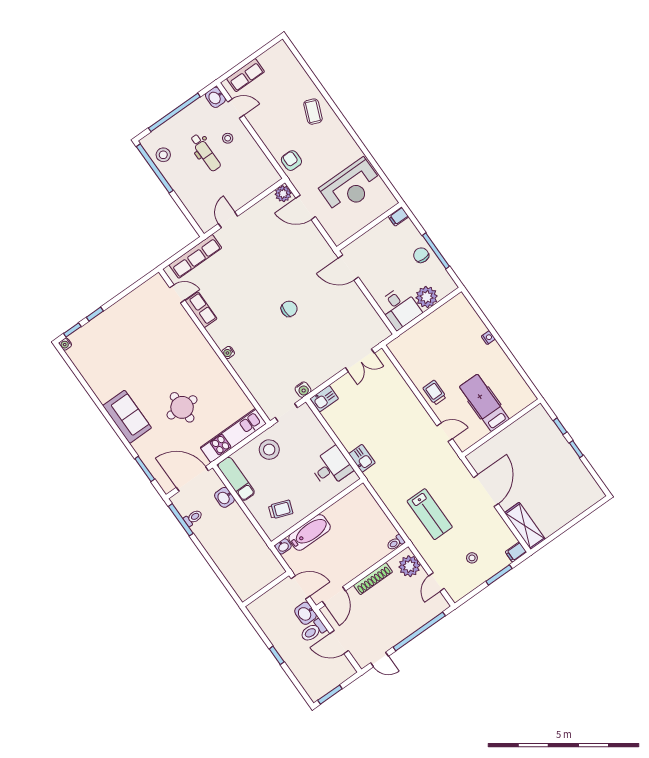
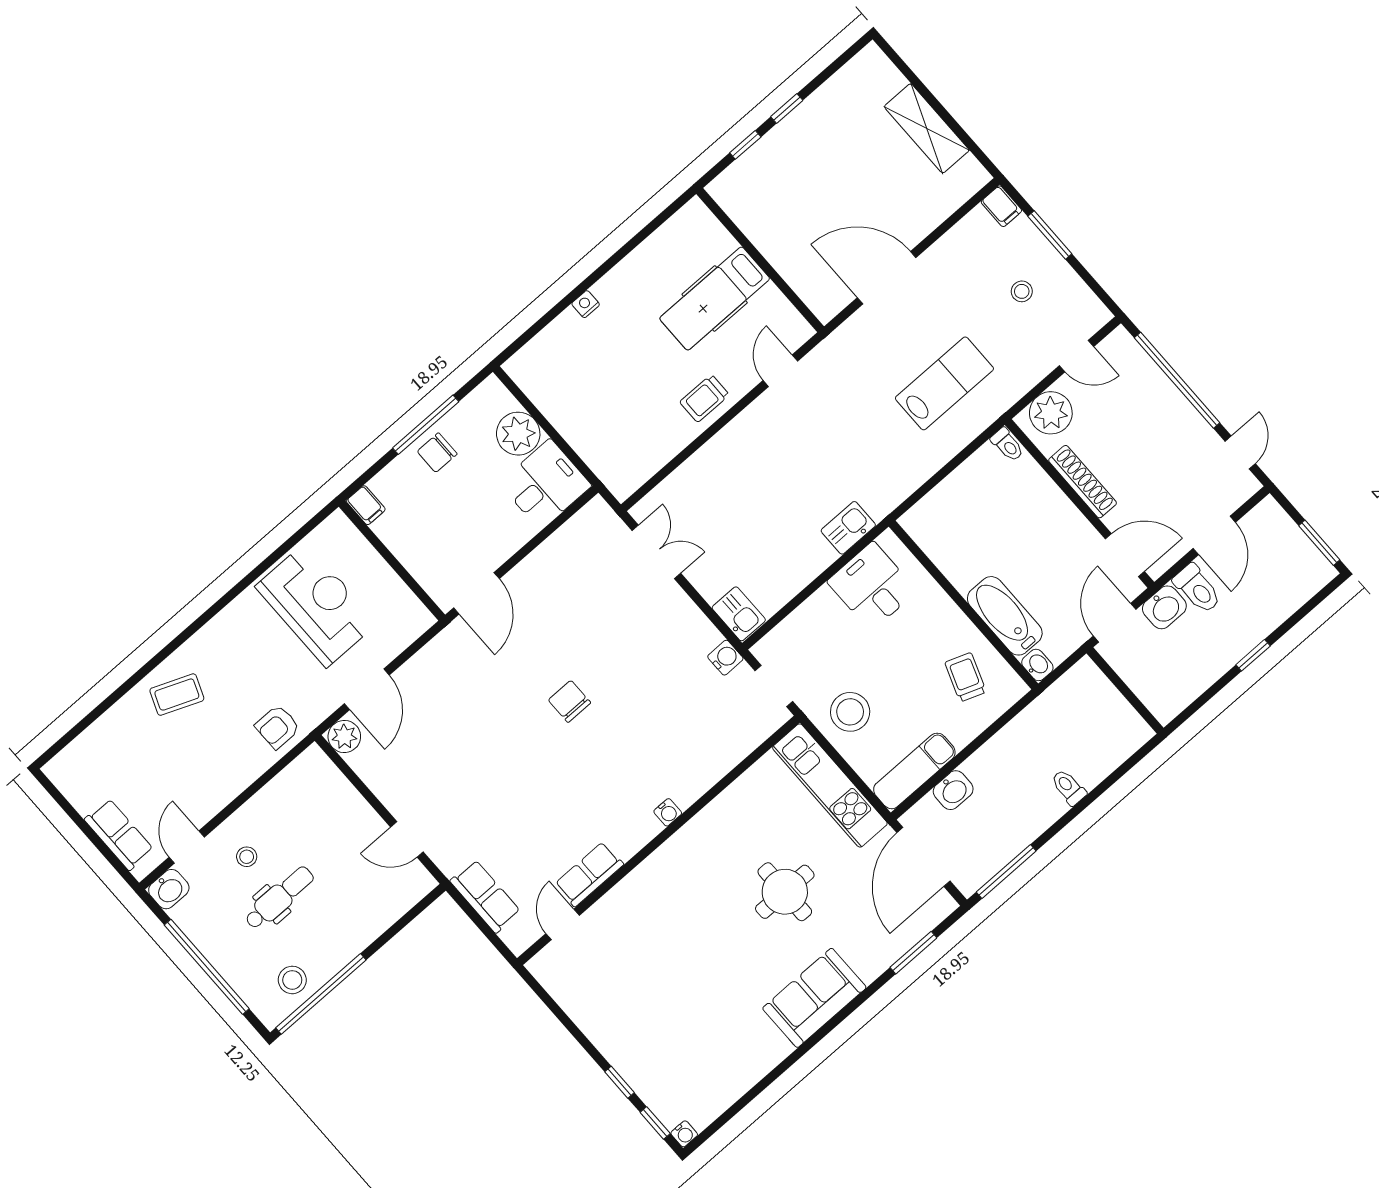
row of seats: (195, 256) -> (485, 896), width x0.68
toilet: (193, 518) -> (1069, 787), moved
shelving: (525, 526) -> (927, 128), moved, turned 90

